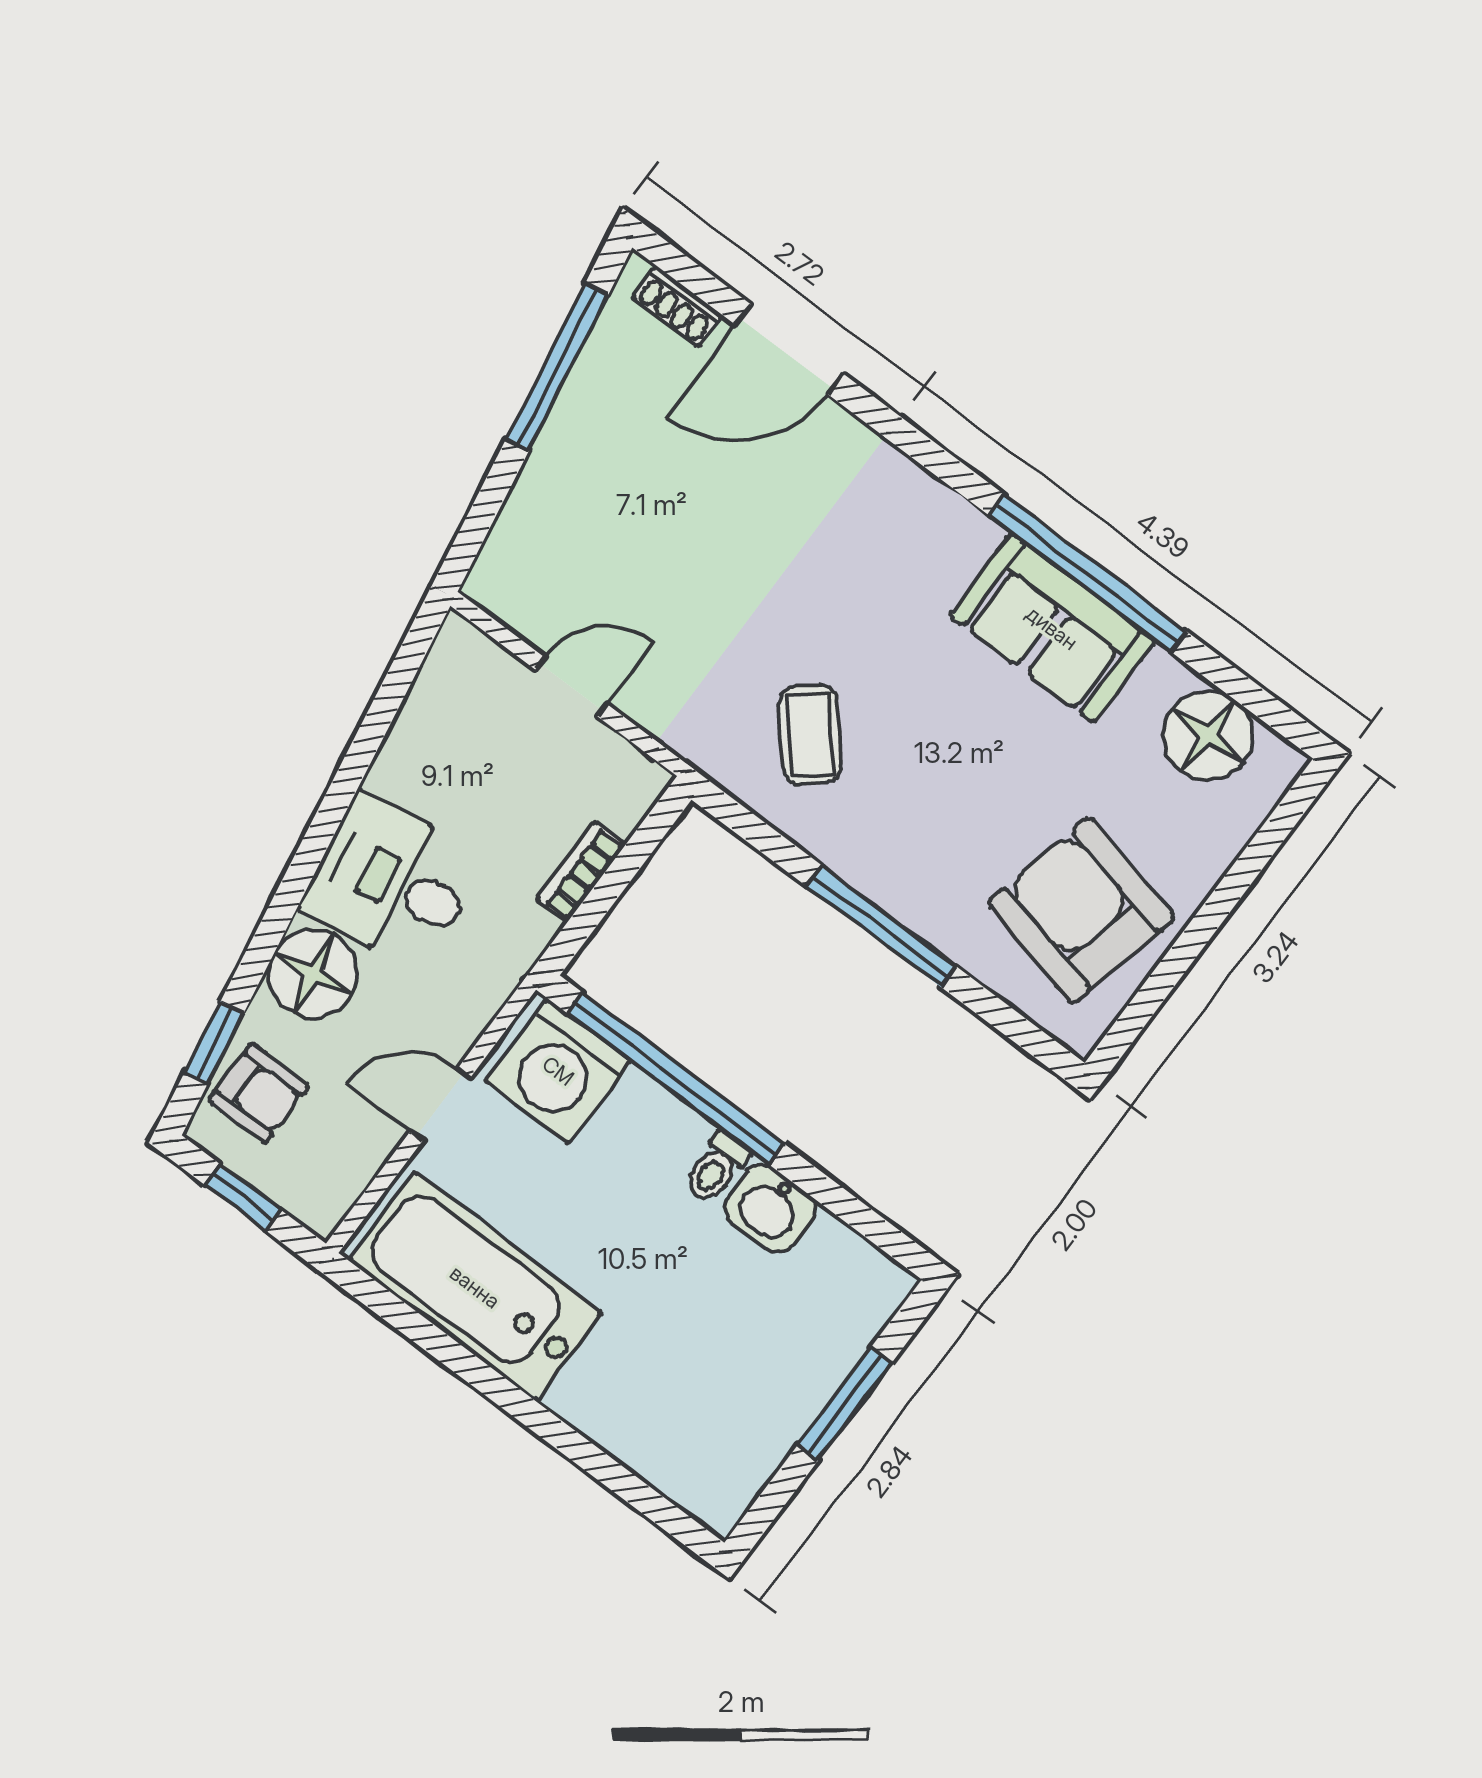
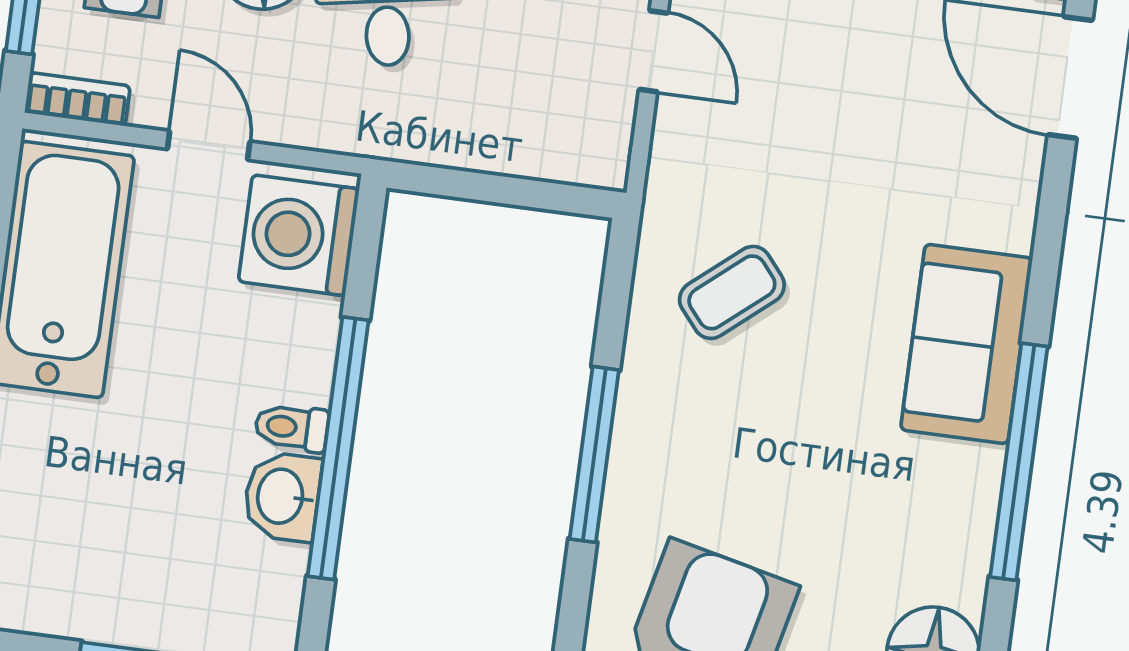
sofa: (1052, 628) -> (966, 344), moved
bookcase: (581, 872) -> (77, 99), moved
window: (676, 1078) -> (338, 448), moved

